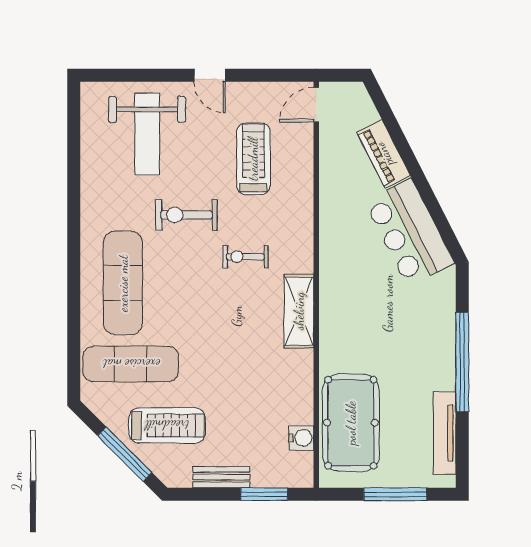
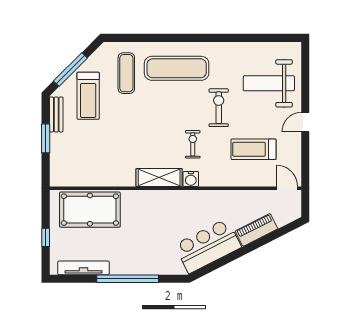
treadmill: (253, 159) -> (254, 149), turned 180
exercise mat: (131, 364) -> (126, 73), width x0.73, depth x0.69
water cooler: (301, 438) -> (191, 179), moved
bench: (221, 477) -> (56, 114), moved
window: (264, 494) -> (46, 138), moved
window: (395, 494) -> (46, 237), width x0.46

